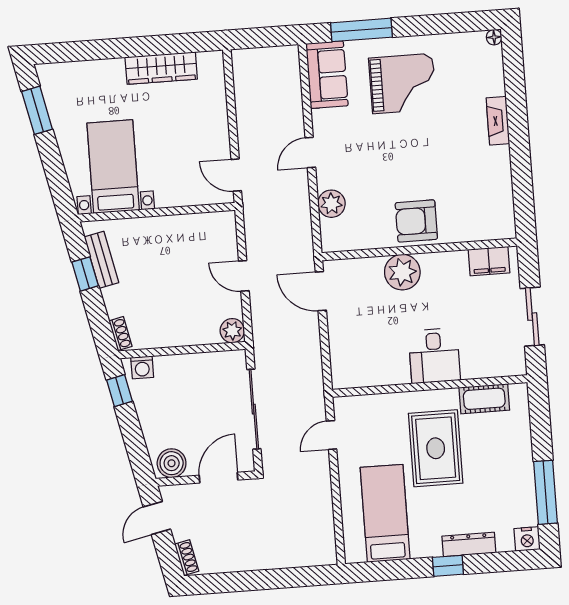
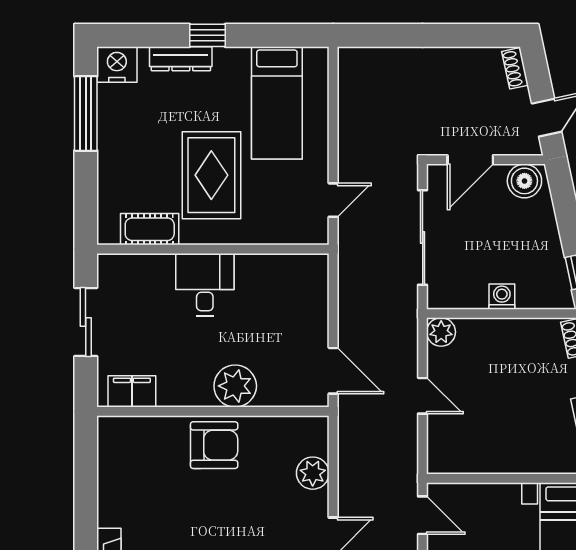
washing machine: (142, 367) -> (502, 297), moved
nightstand: (527, 539) -> (117, 64), width x1.36, depth x1.33

